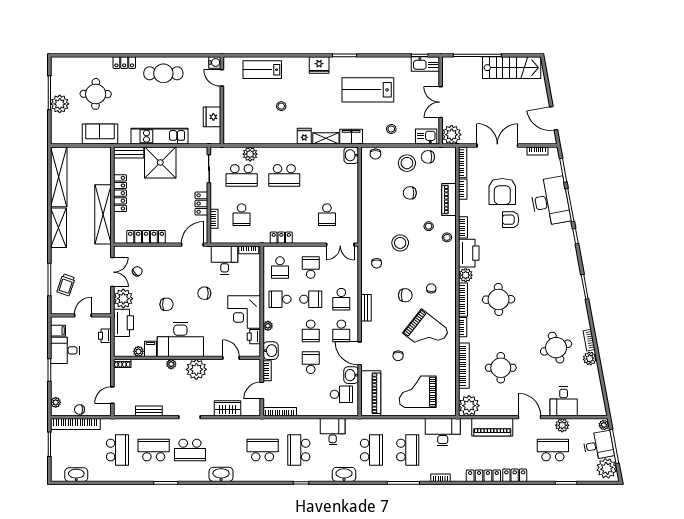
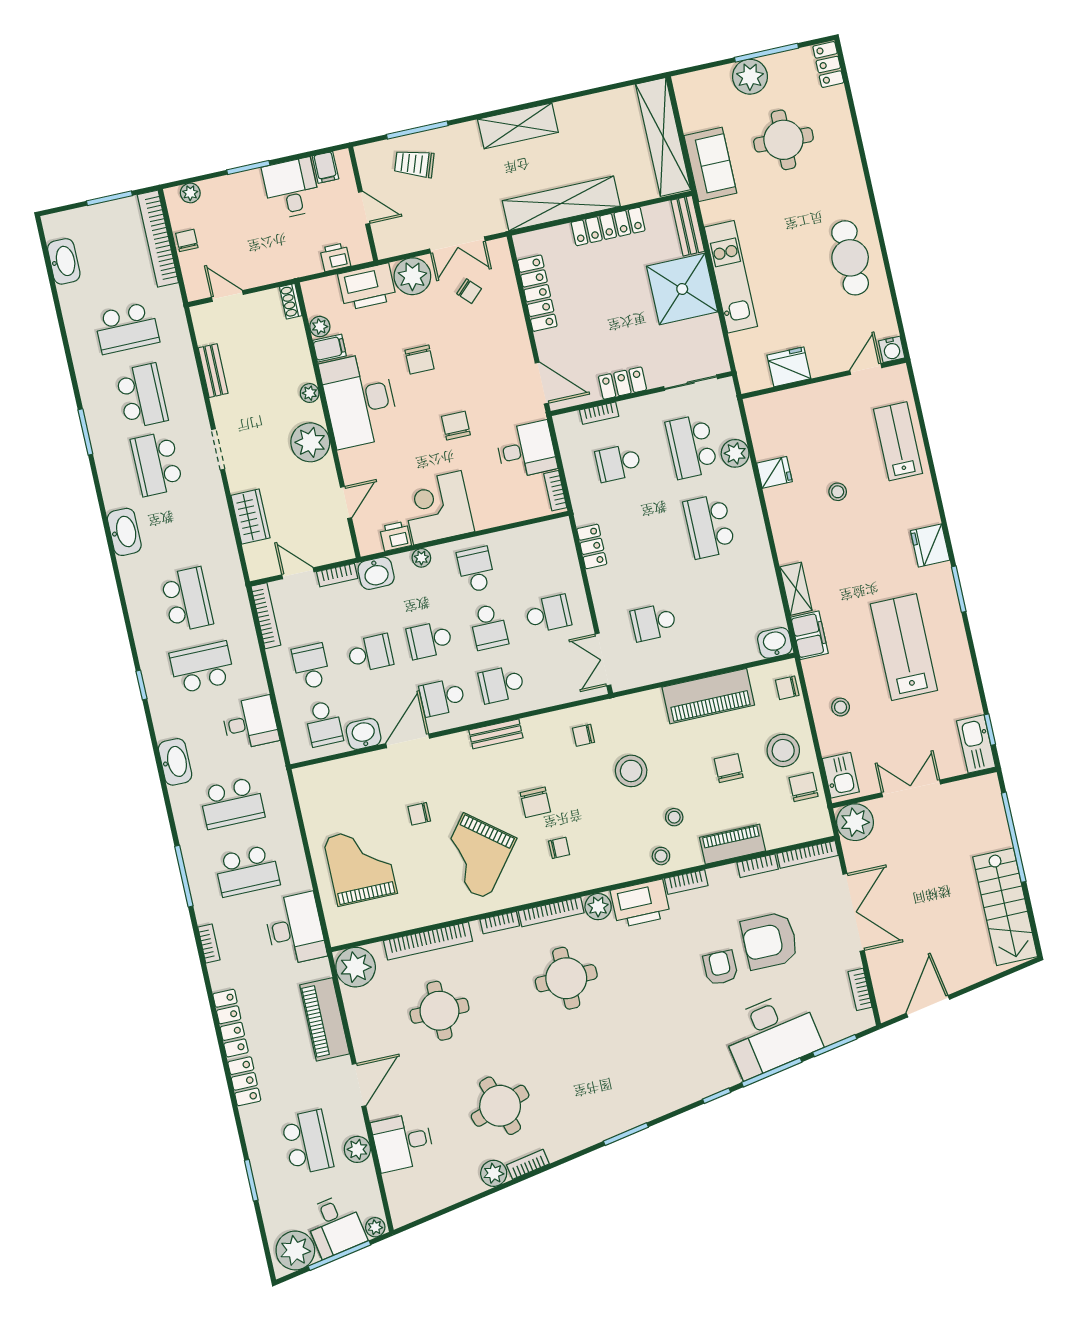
locker: (124, 63) -> (828, 64), moved
fridge: (304, 136) -> (774, 472), moved
shelving: (59, 177) -> (663, 137), moved, turned 90
school desk: (280, 268) -> (311, 666), moved, turned 90
piano: (371, 393) -> (708, 696), moved

